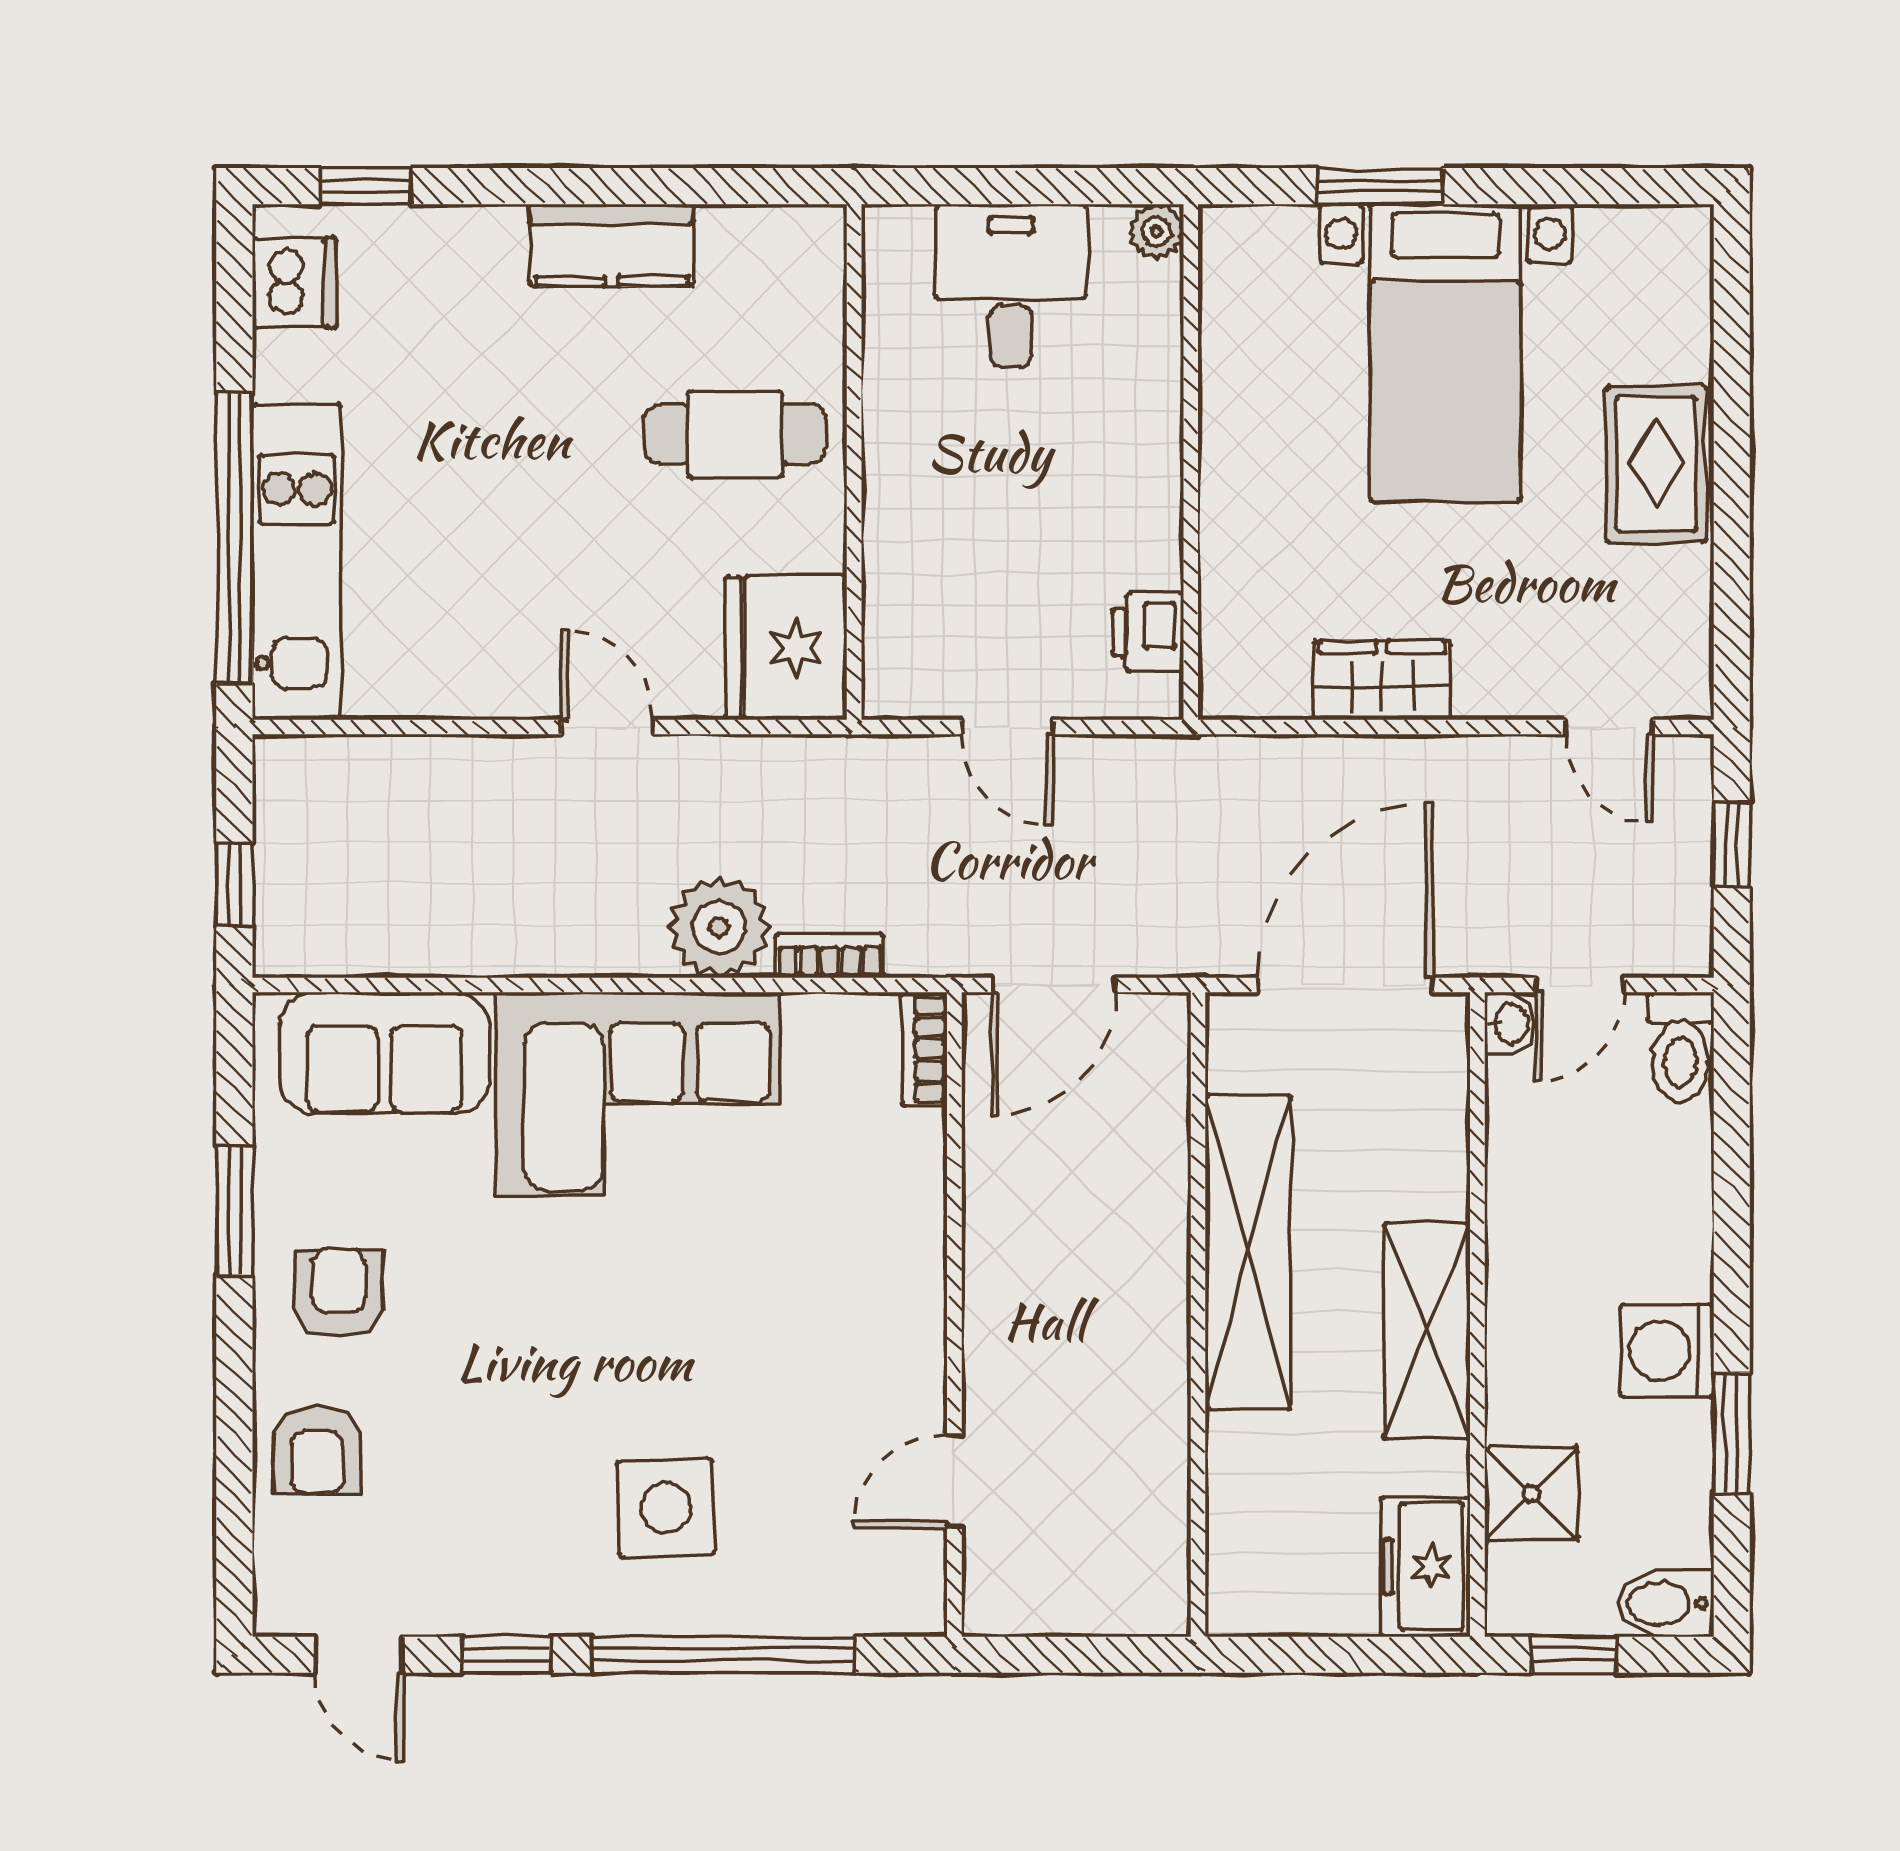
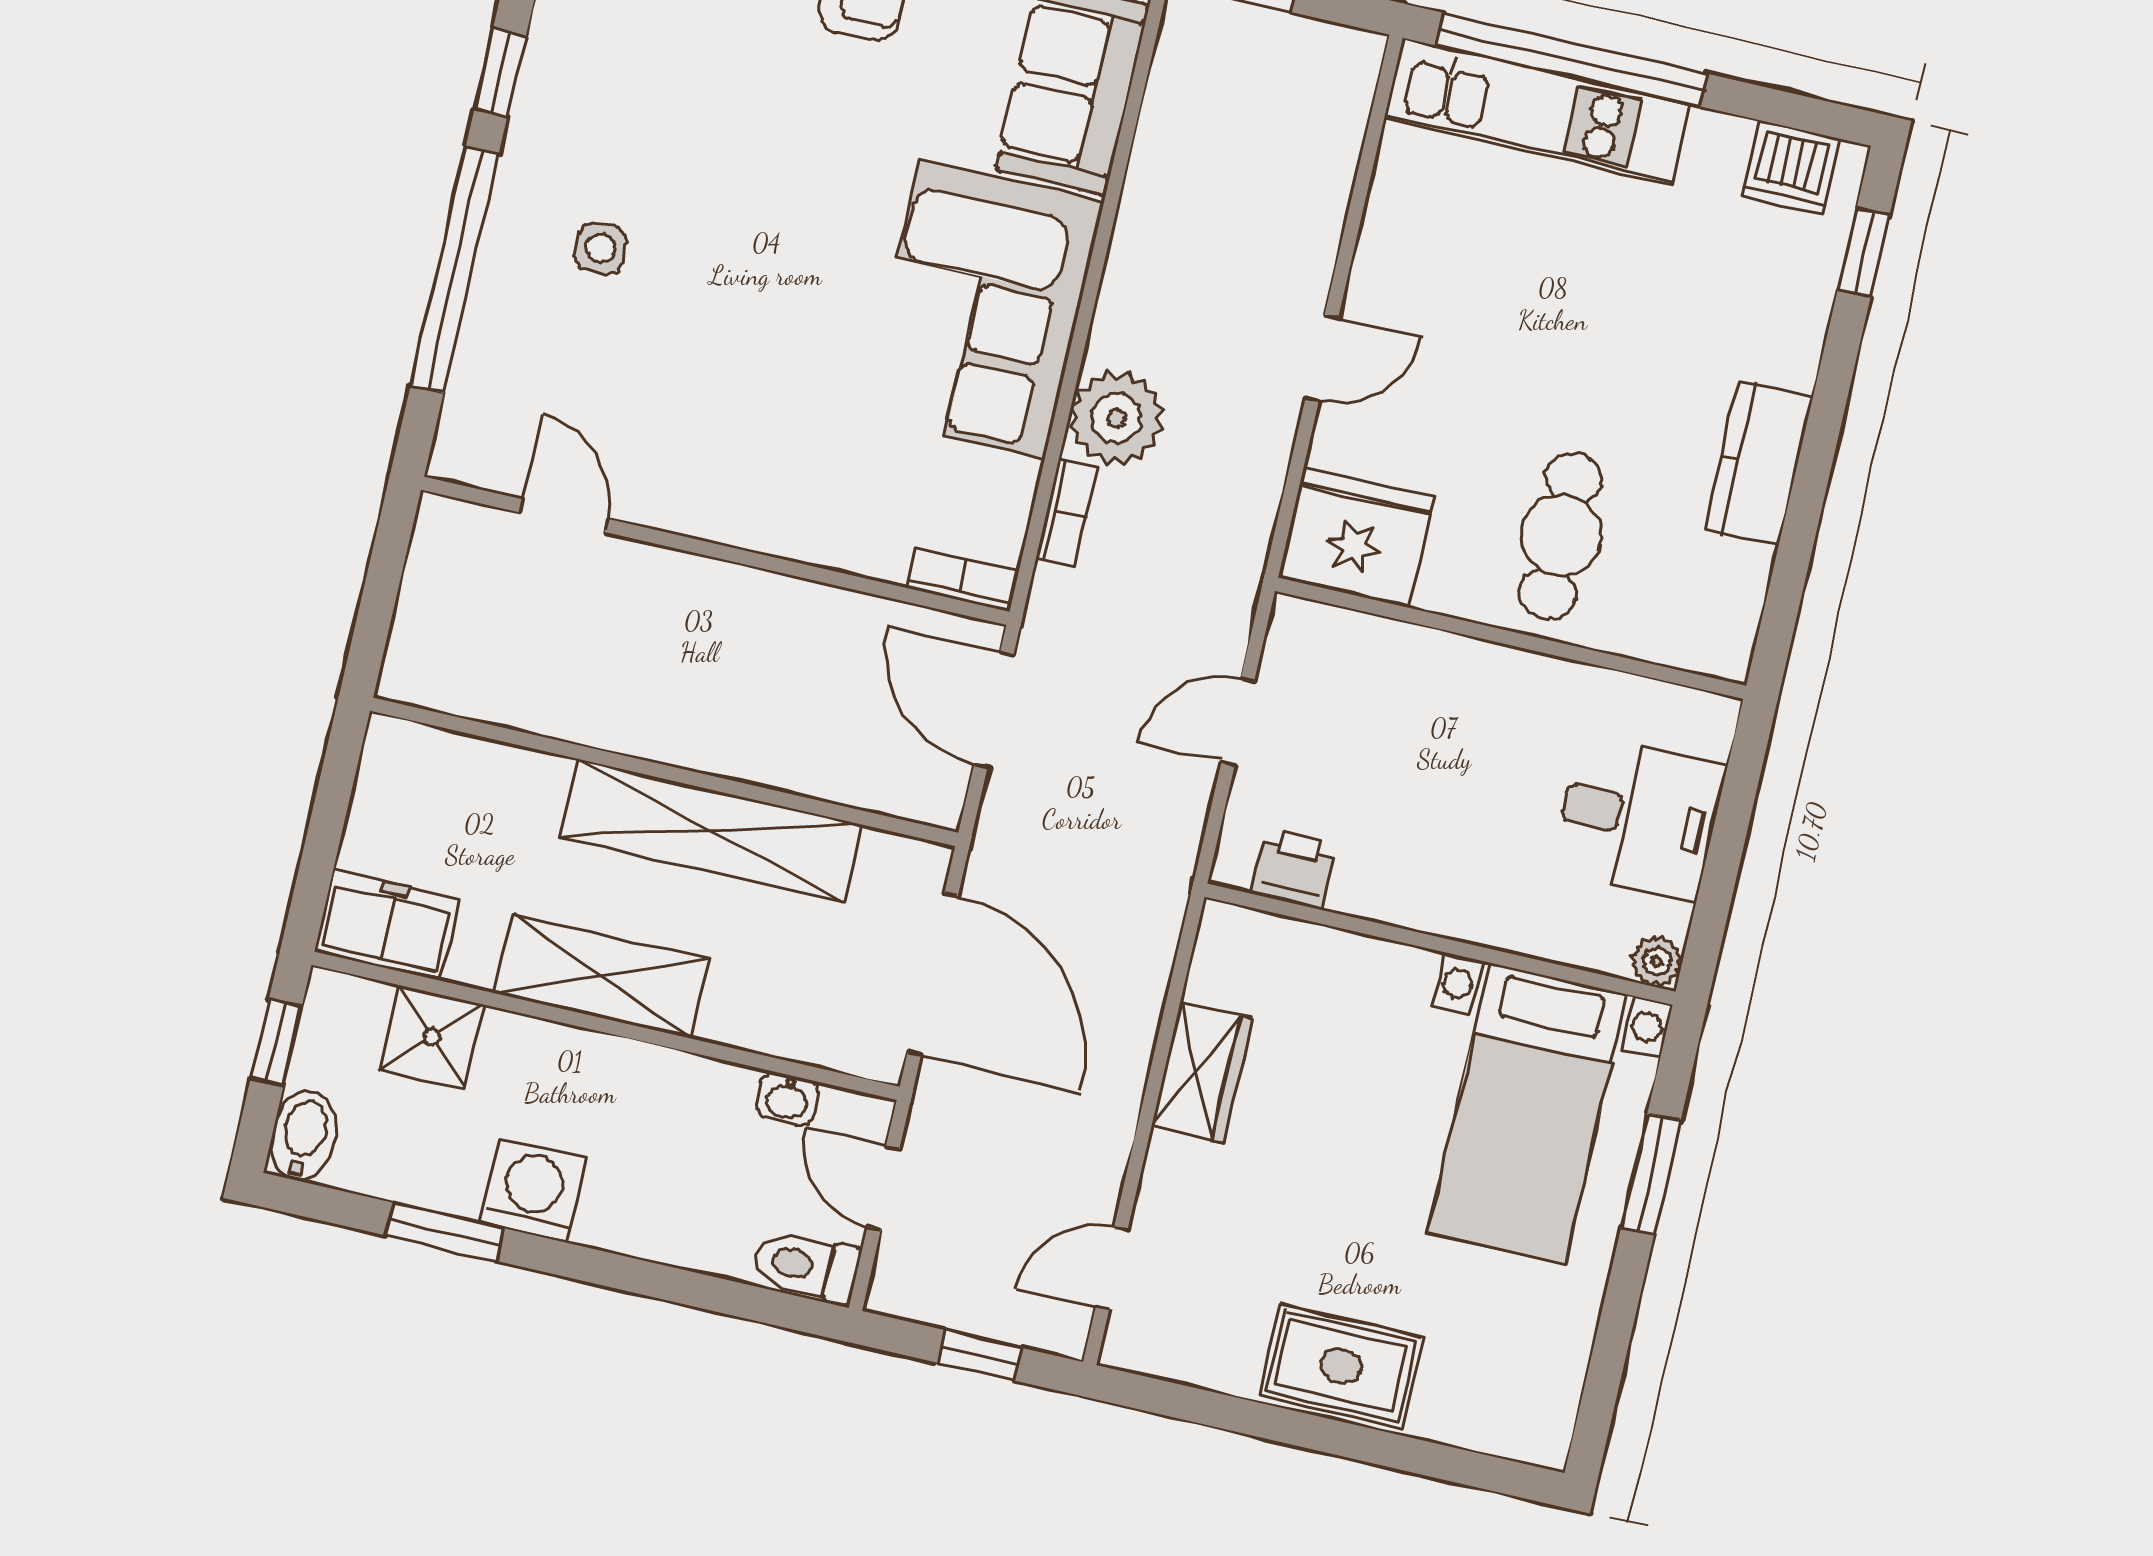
bed with nightstands: (1445, 353) -> (1527, 1113), moved, turned -90
washbasin: (1510, 1023) -> (787, 1099), moved
side table: (666, 1508) -> (600, 248), width x0.54, depth x0.54

